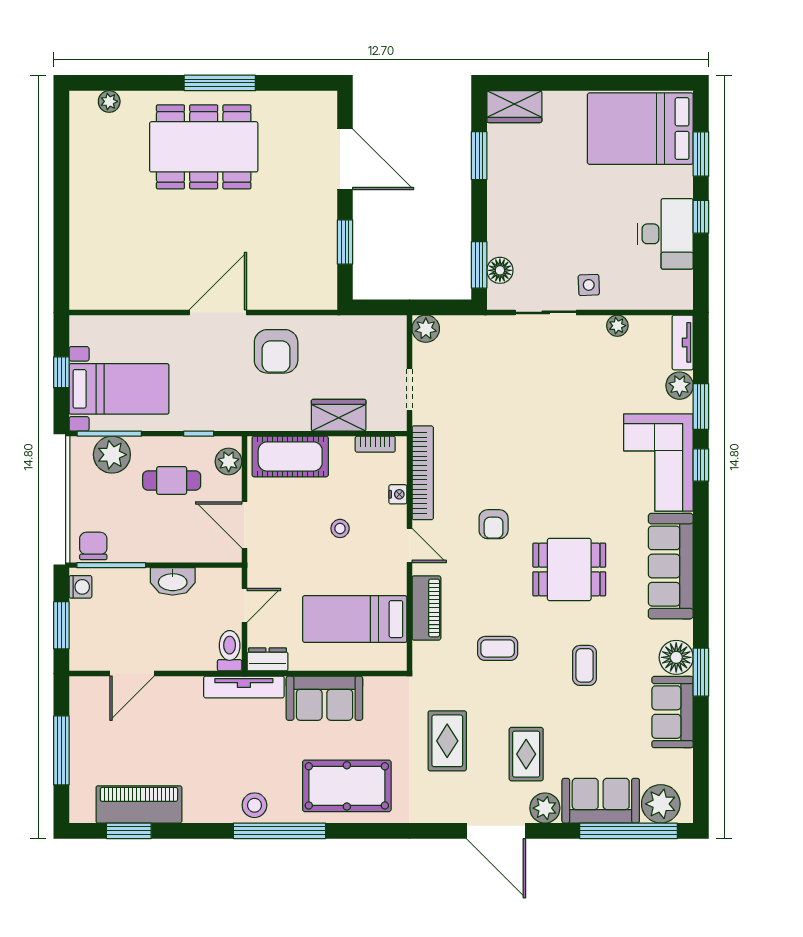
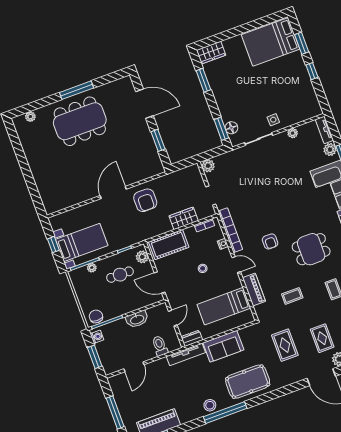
desk: (665, 234) -> (299, 84), removed
plant: (112, 455) -> (92, 268), width x0.53, depth x0.53
toilet: (230, 651) -> (160, 346), moved

